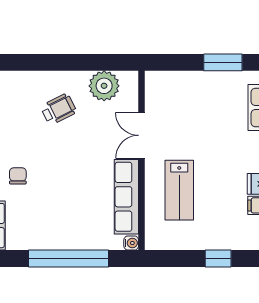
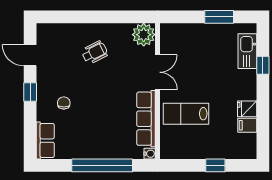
plant: (104, 86) -> (144, 35), moved
double door: (142, 135) -> (157, 72), swing flipped
lab bench: (179, 190) -> (186, 114), turned 90

